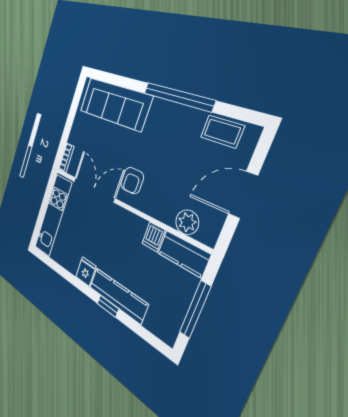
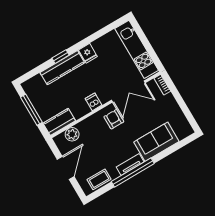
sofa: (115, 104) -> (156, 142), width x0.73
tv unit: (170, 110) -> (130, 164), added
dishwasher: (153, 237) -> (94, 102), moved

